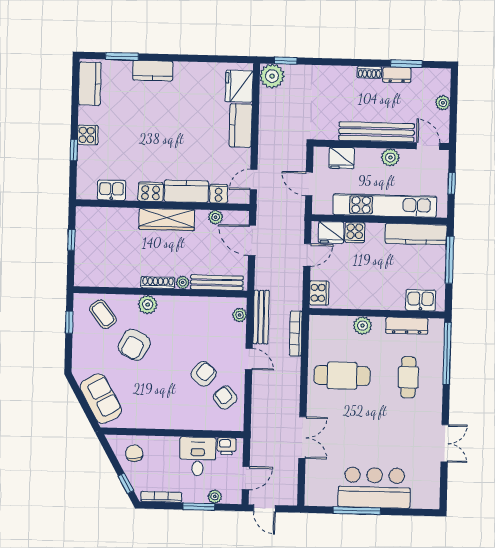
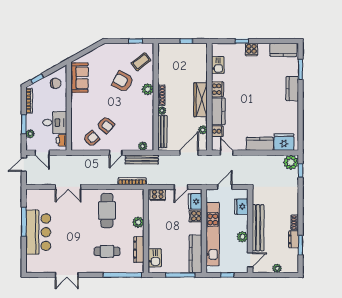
door: (307, 255) -> (181, 187), hinge flipped
sofa: (101, 399) -> (80, 78), moved, turned -61

